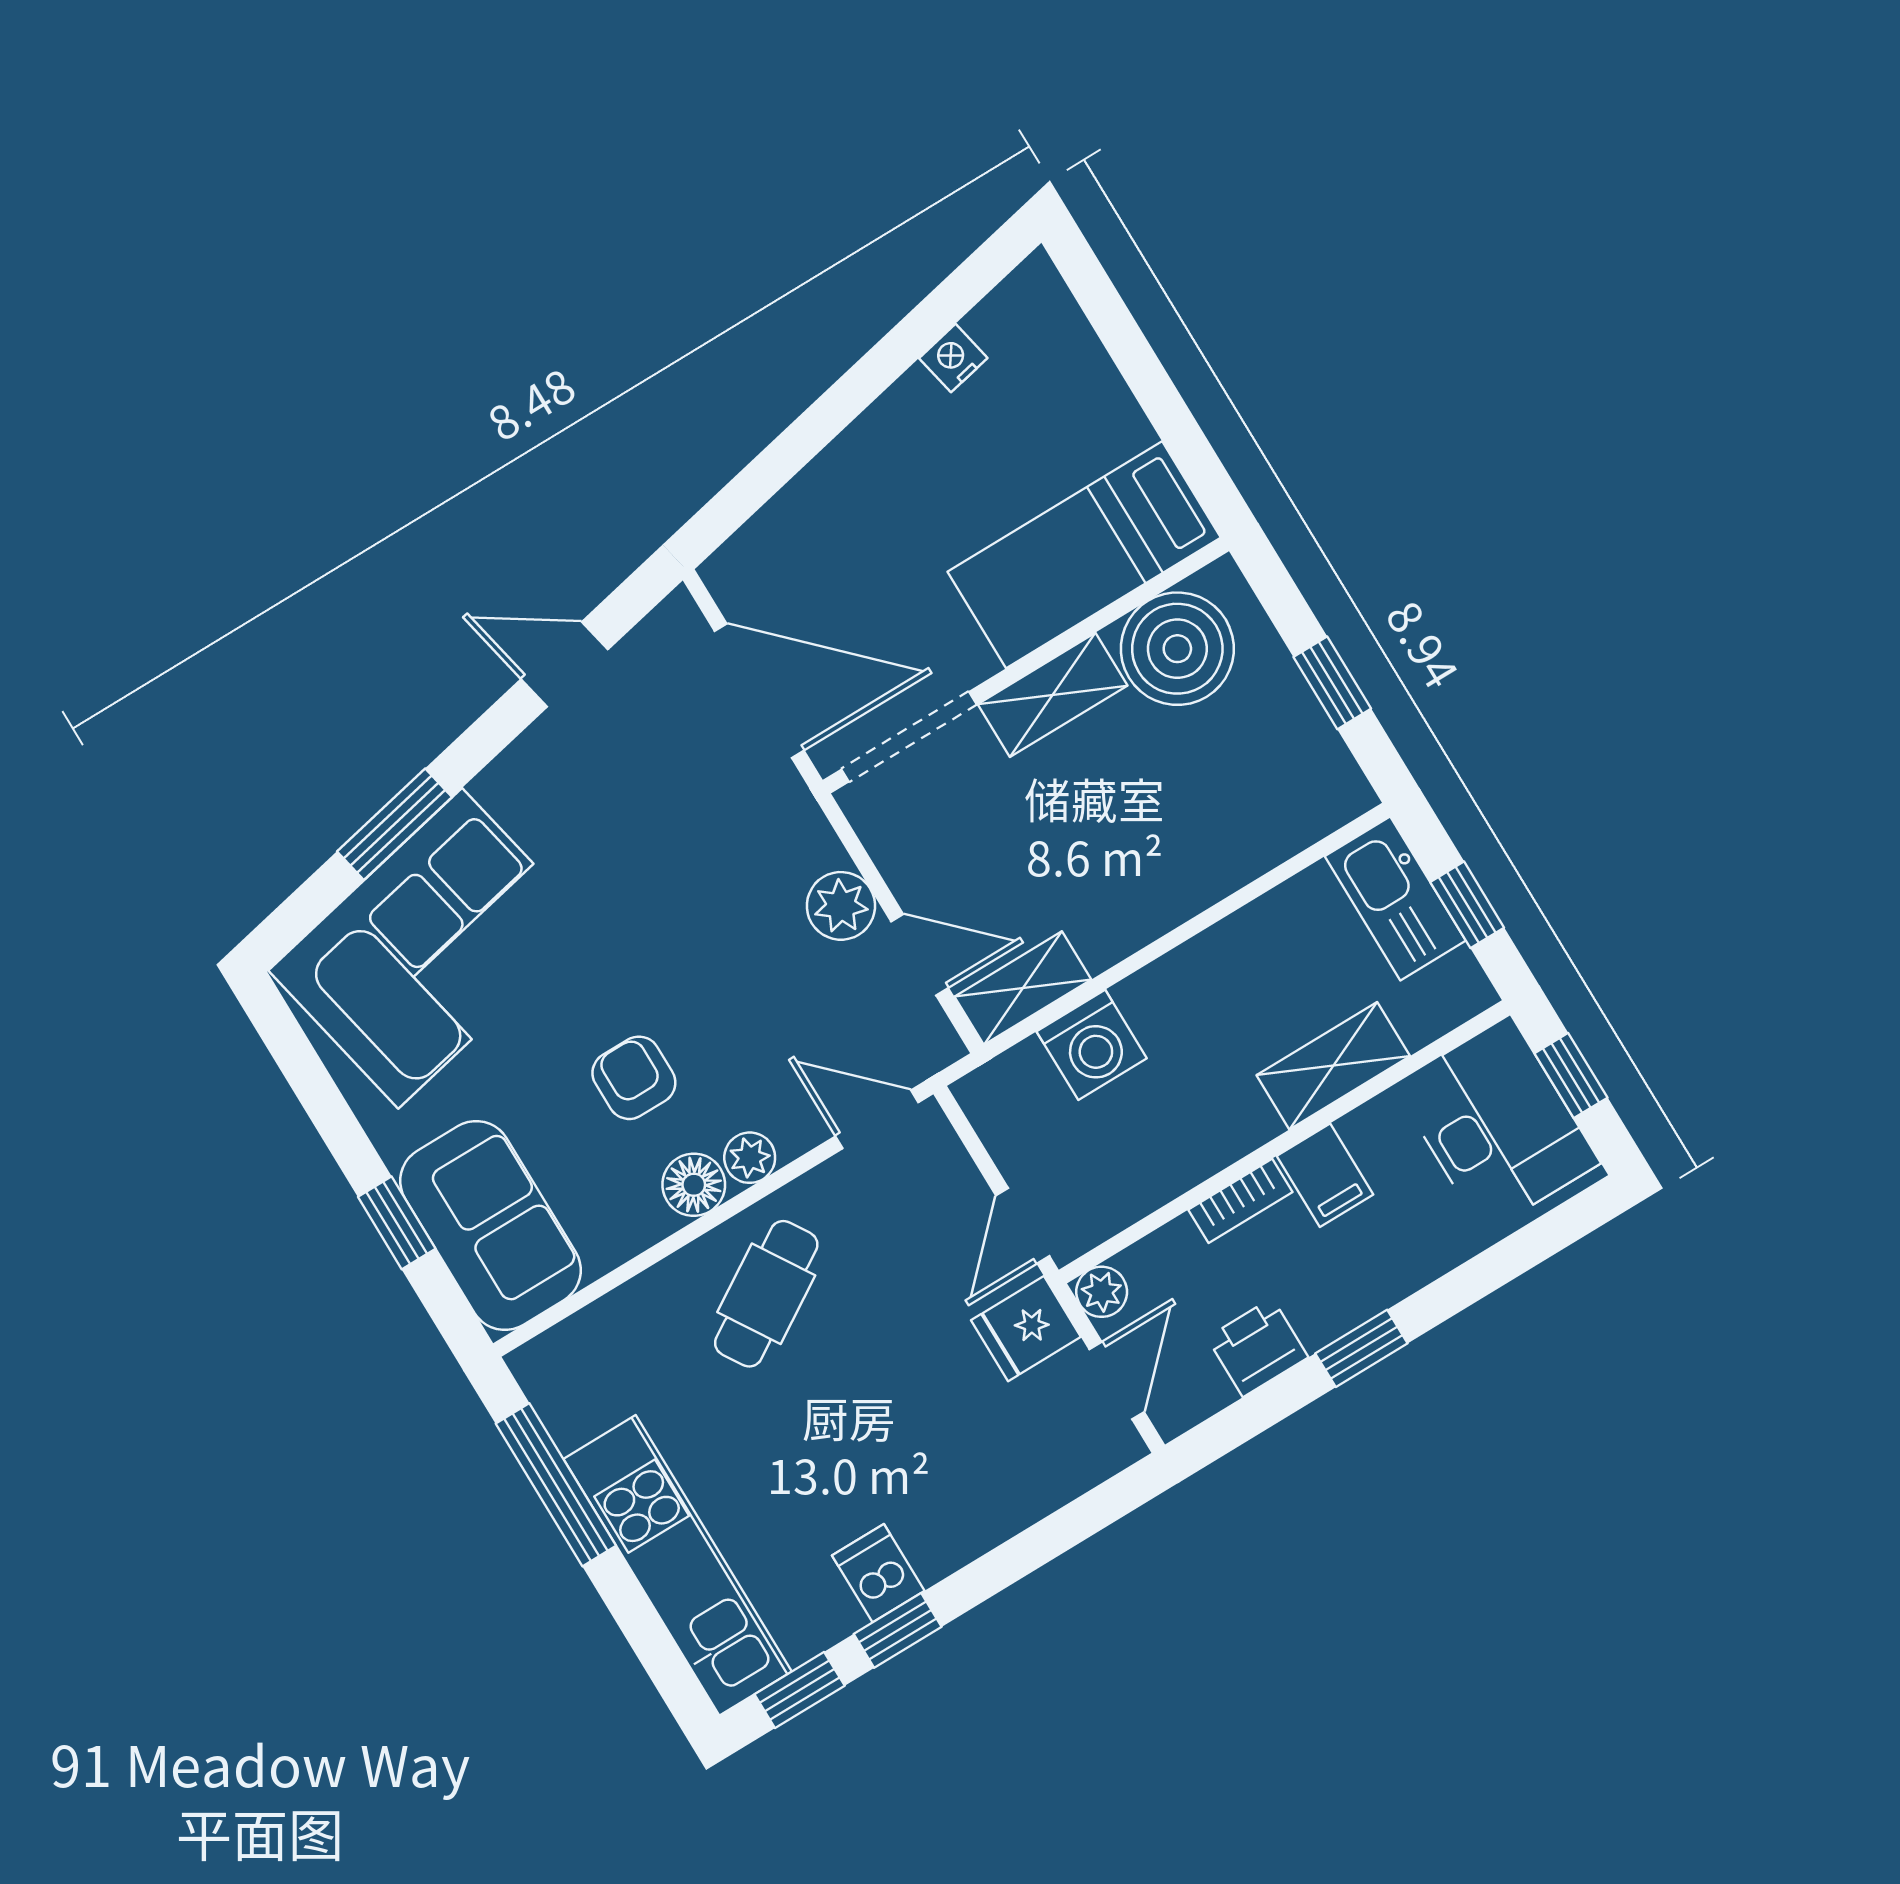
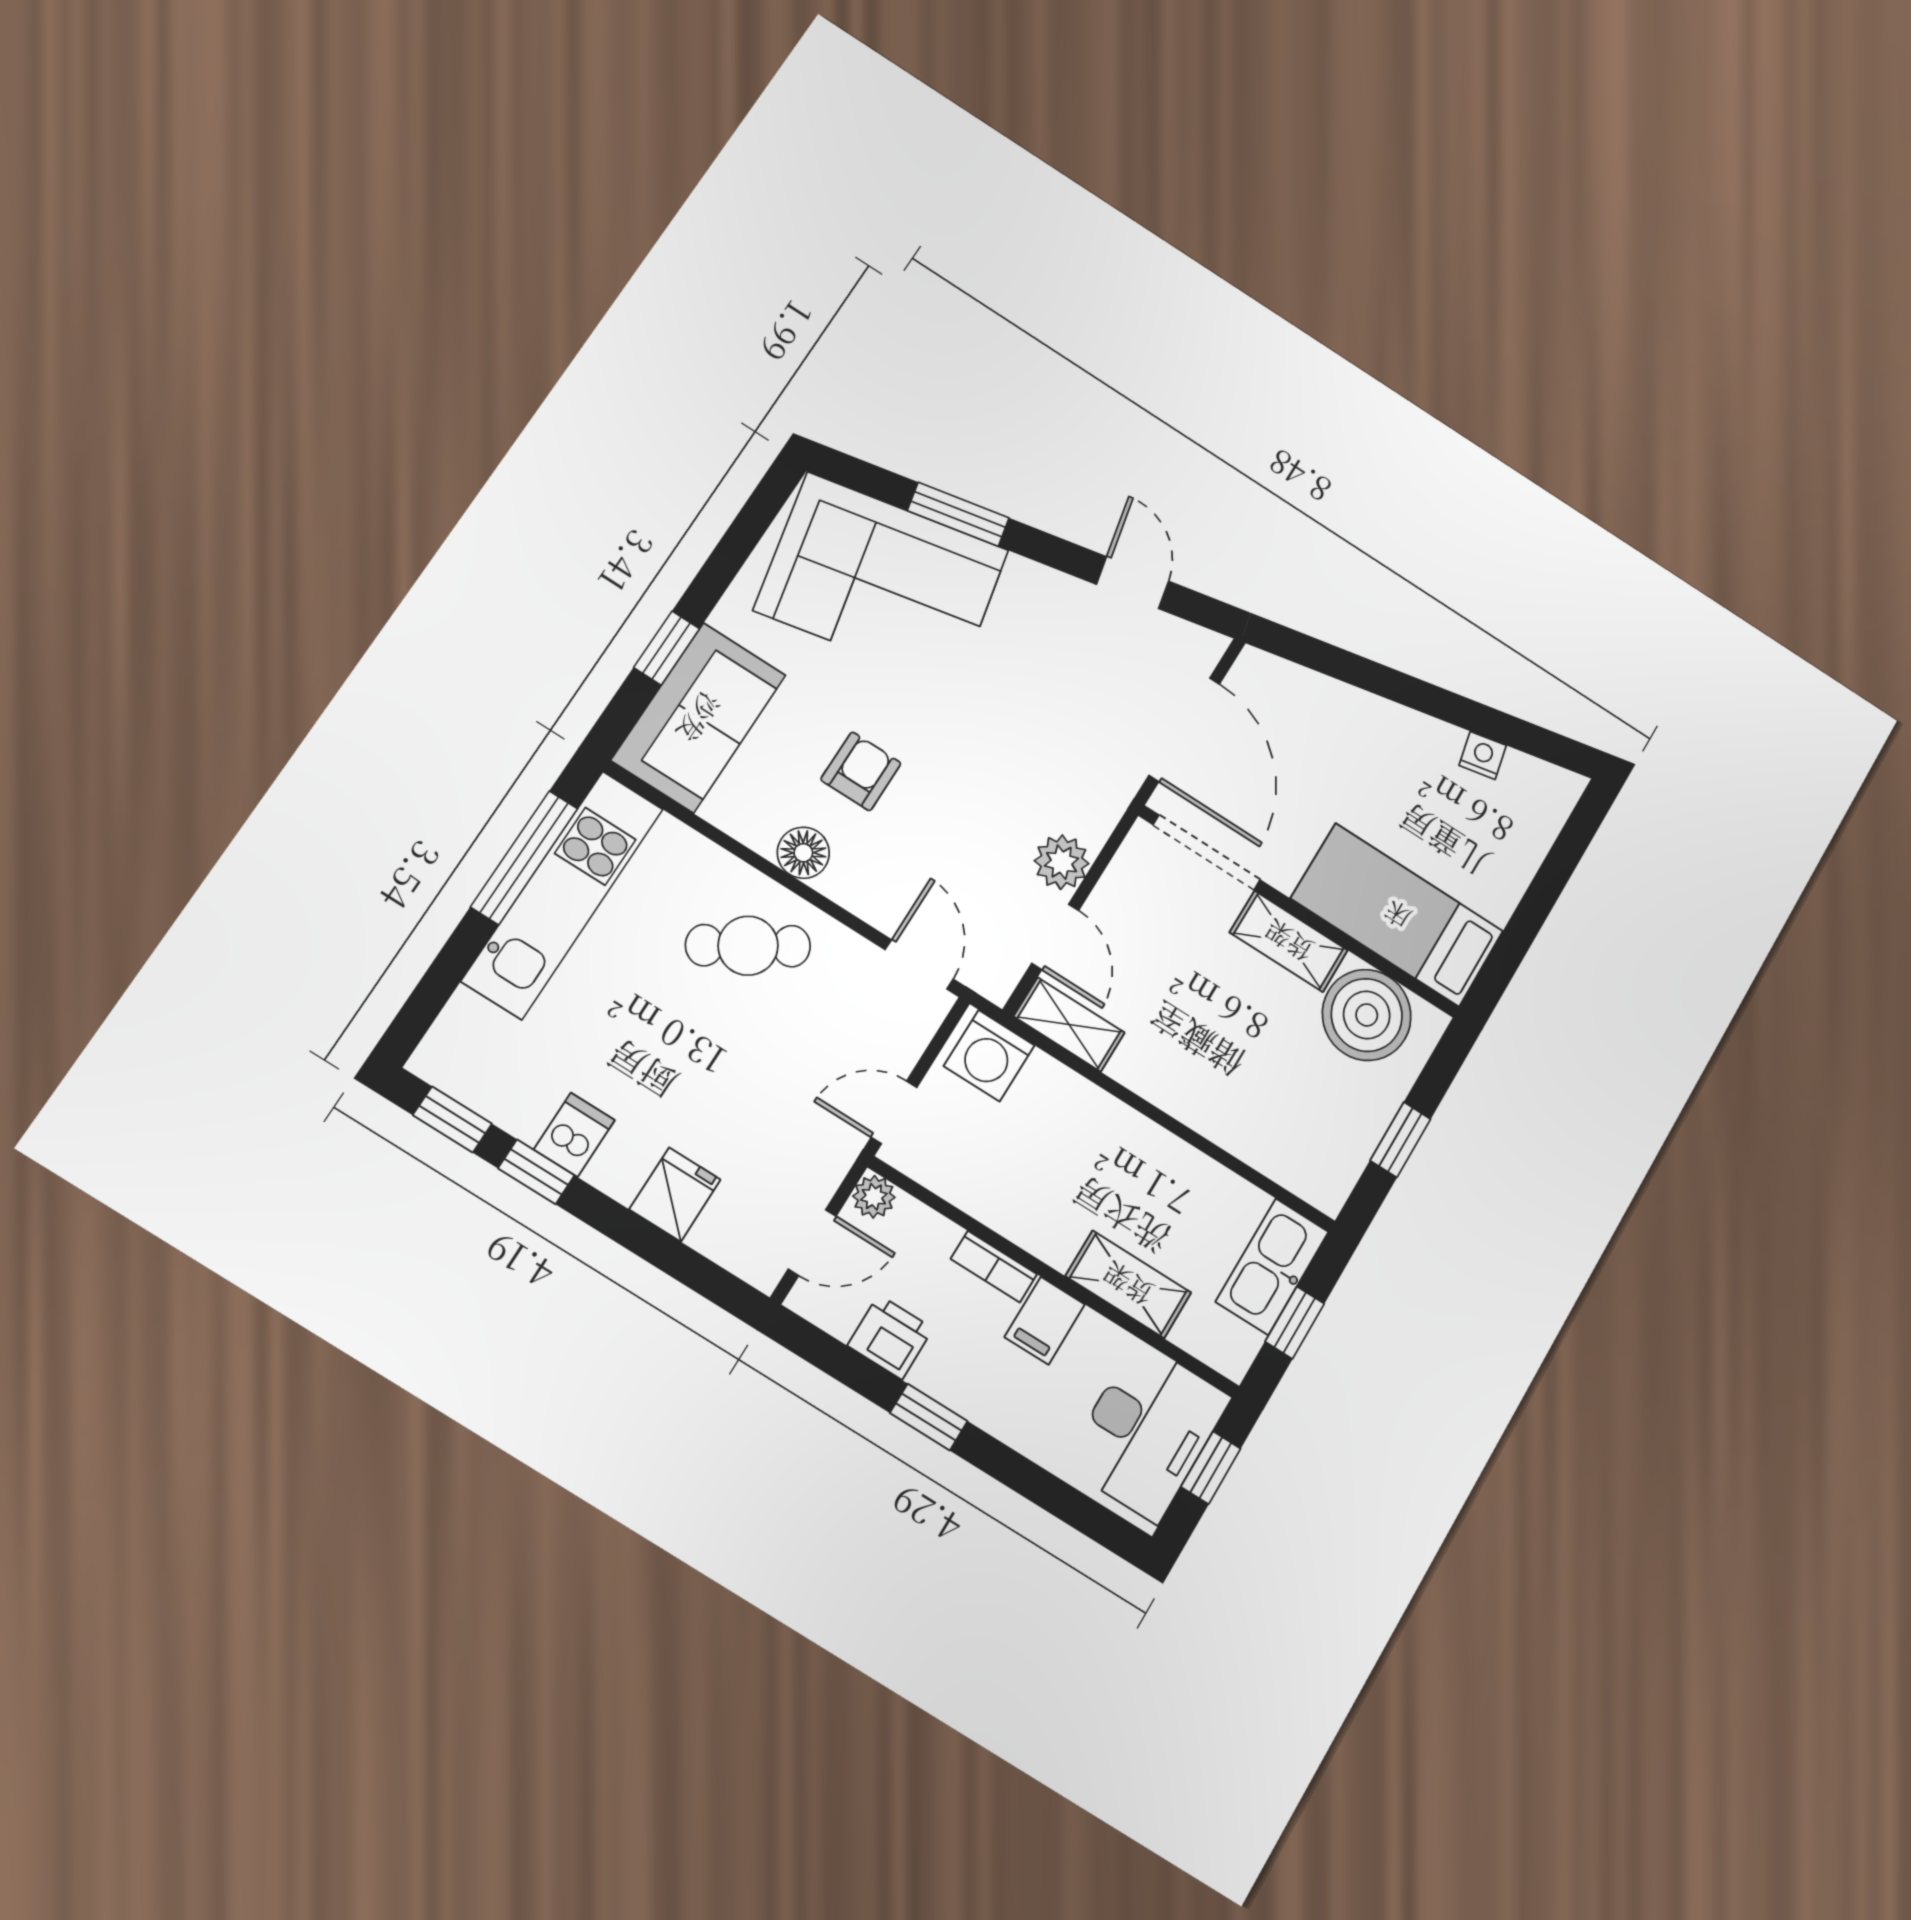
washing machine: (1092, 1045) -> (989, 1056), moved
plant: (750, 1158) -> (844, 884), removed
fridge: (1026, 1329) -> (675, 1194), moved, turned 90
kitchen unit: (678, 1565) -> (563, 895), moved

